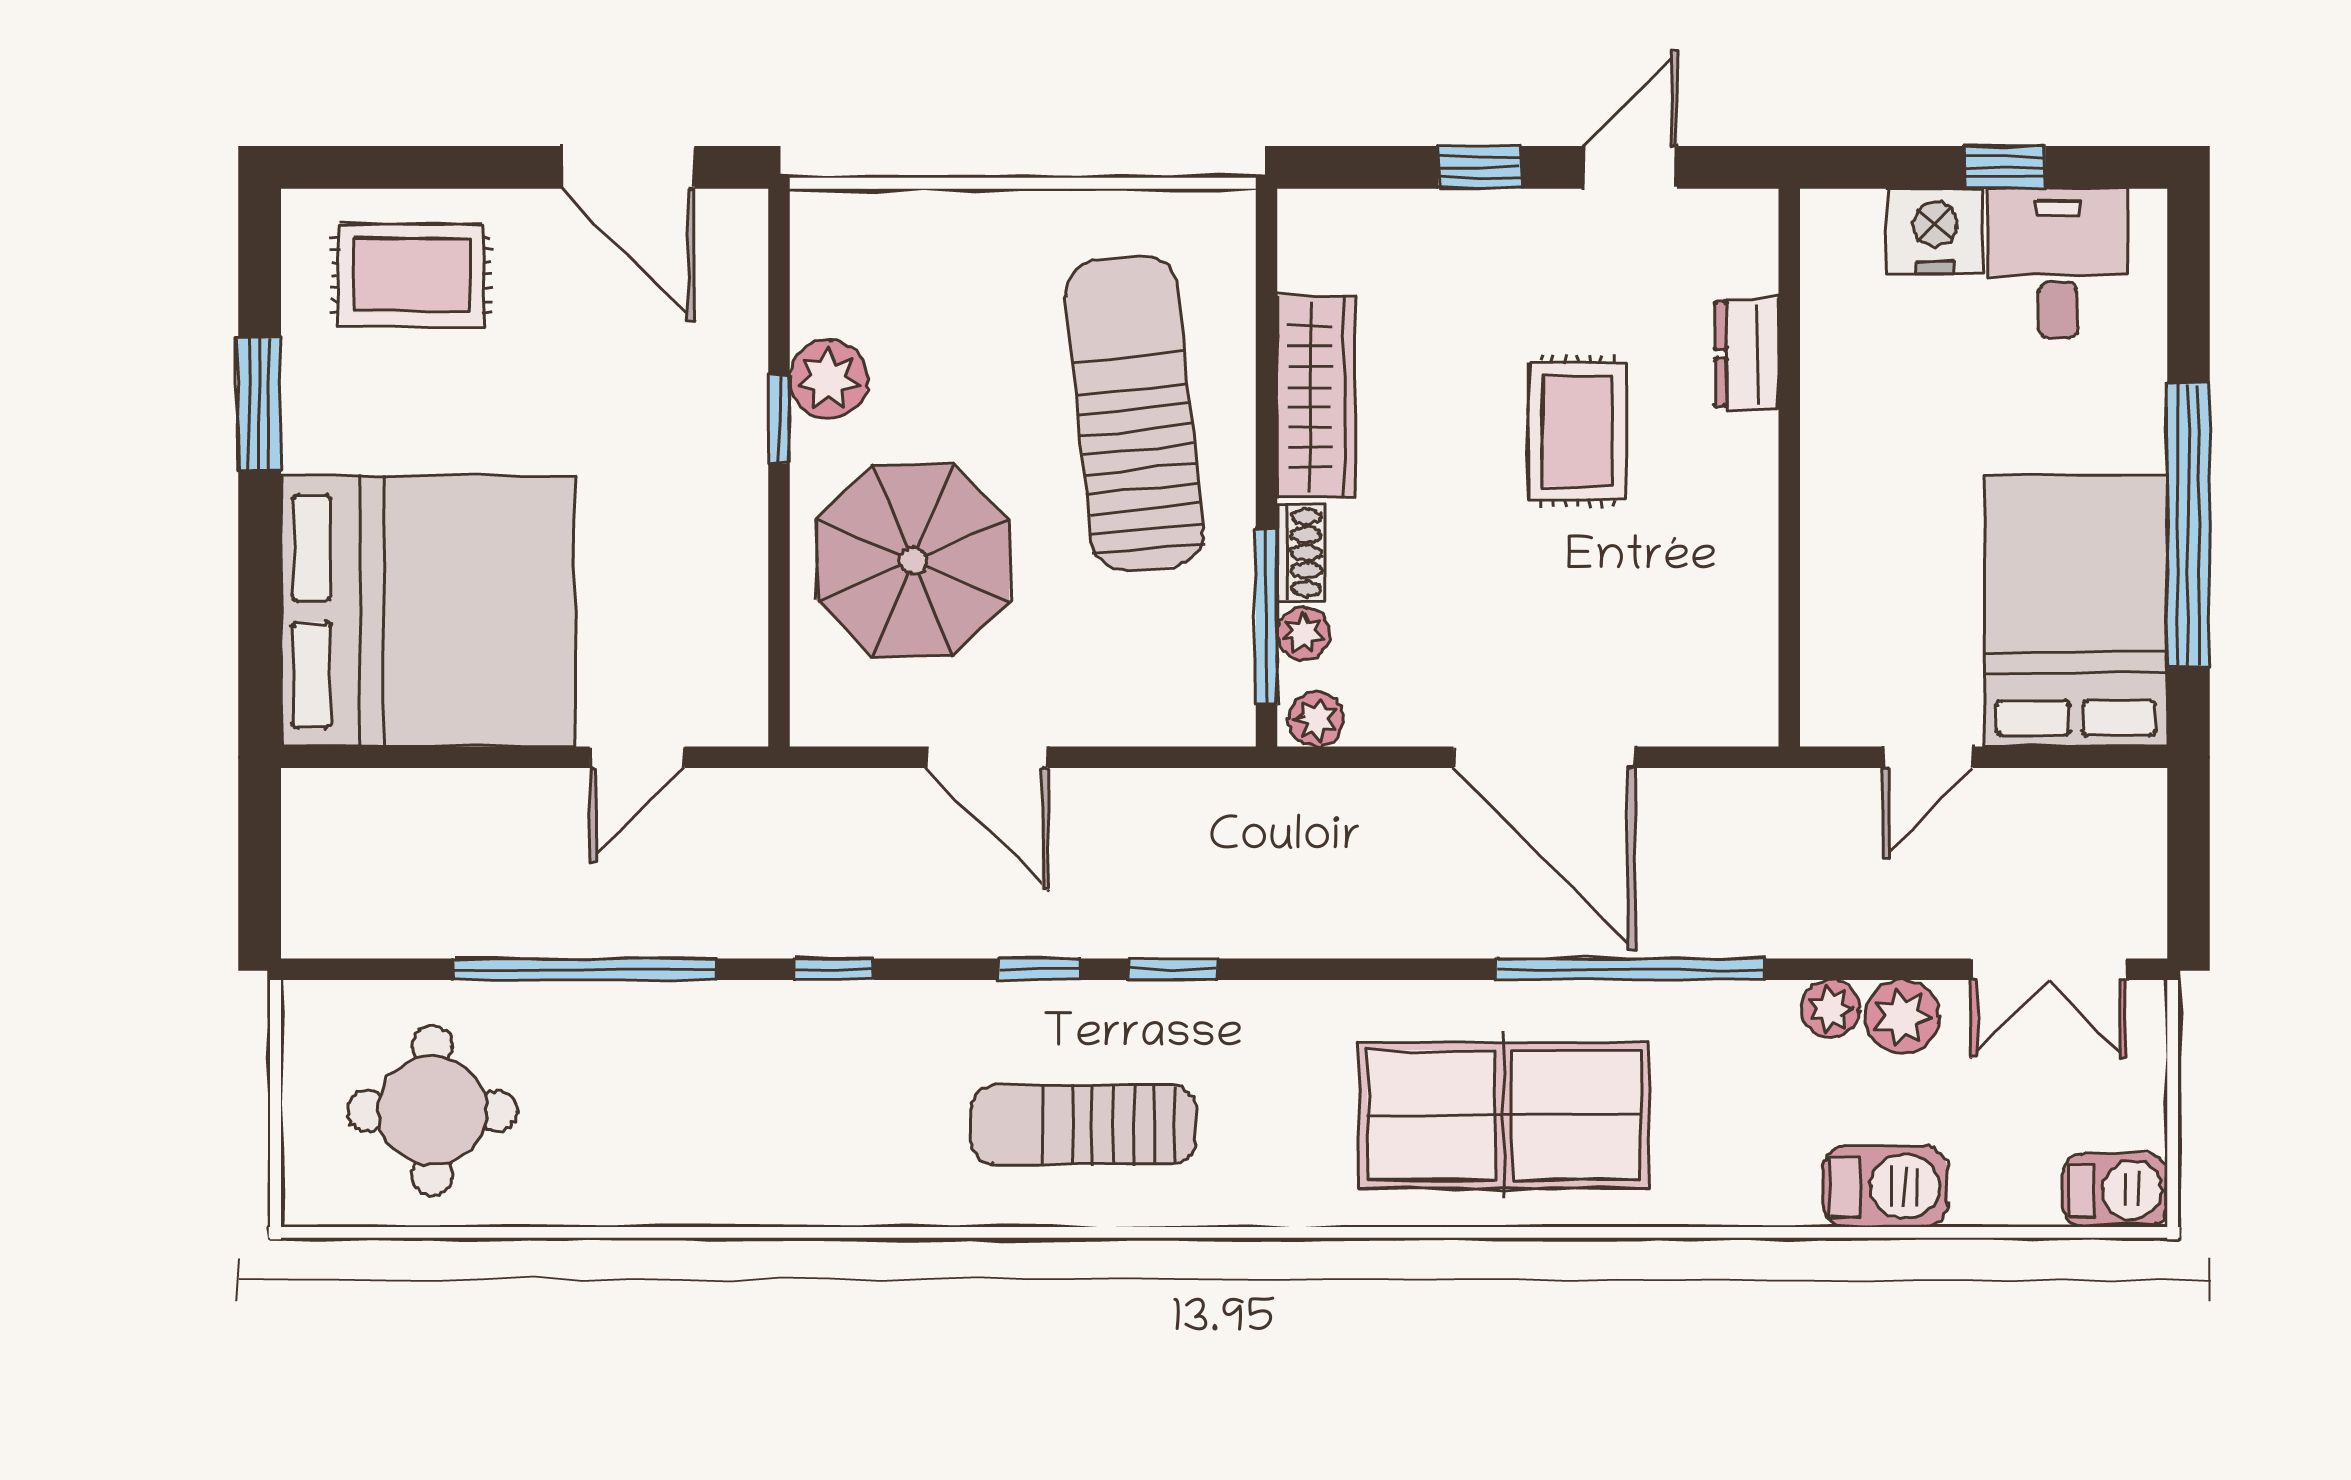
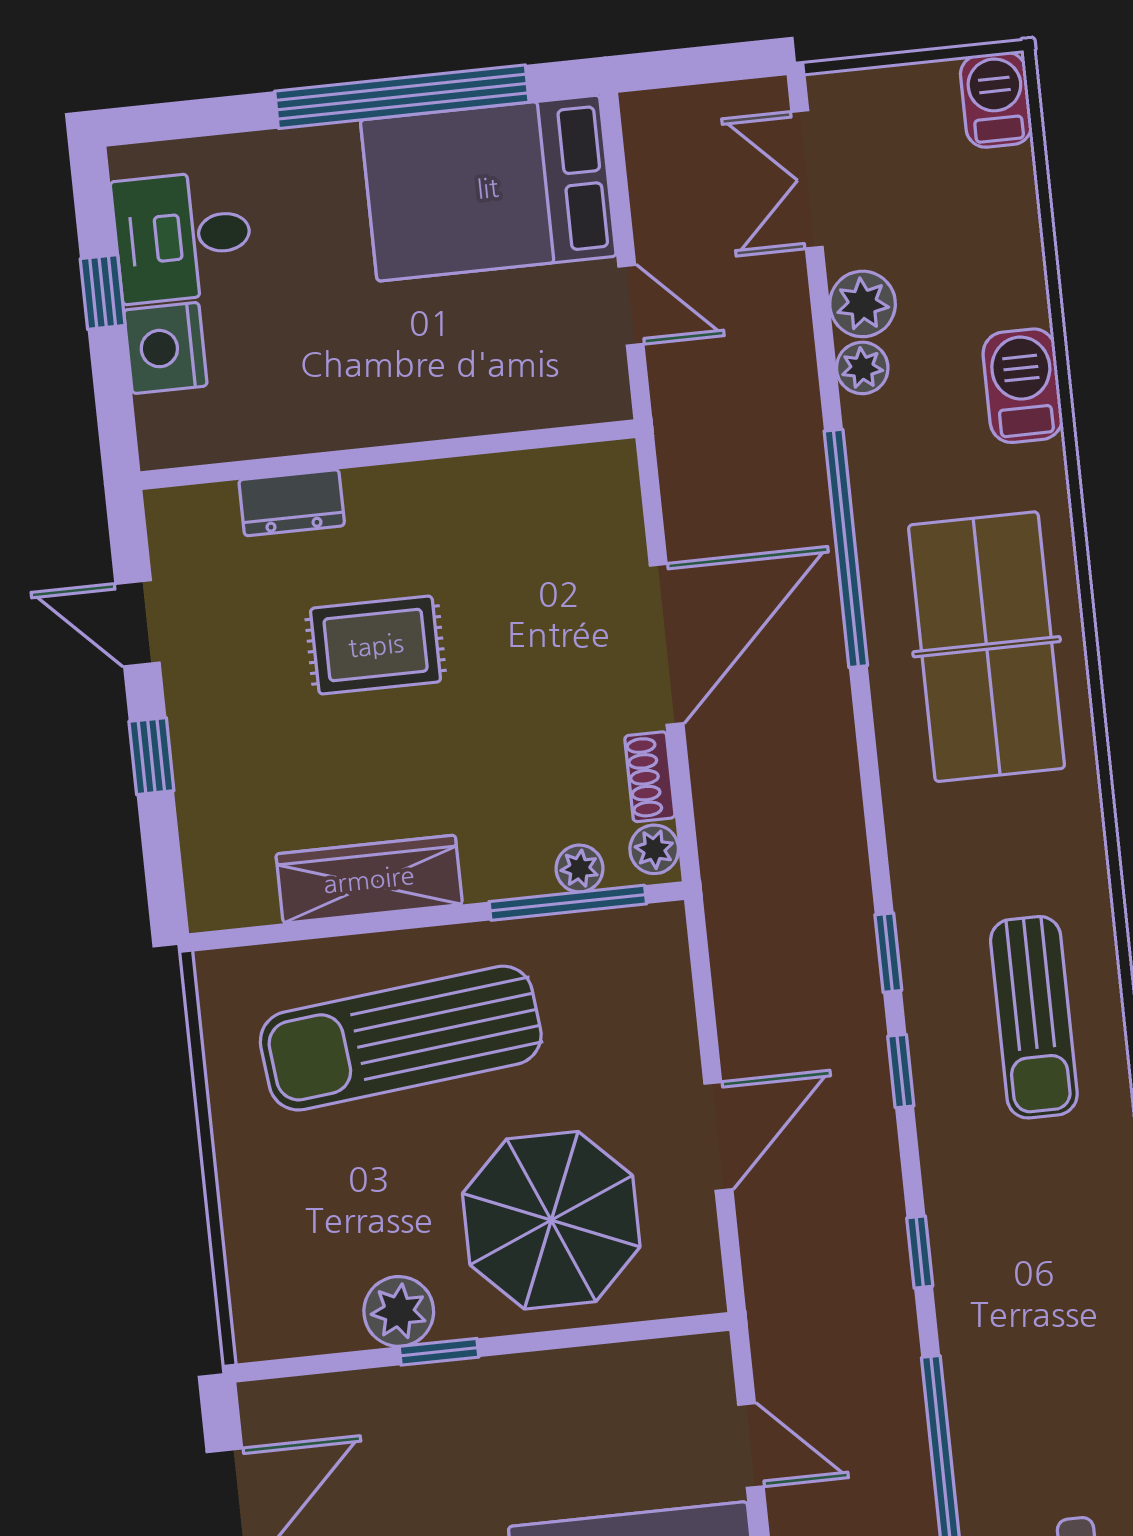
shoe rack: (1301, 553) -> (650, 777), moved, turned -90
double door: (2048, 969) -> (807, 179), swing flipped
barbecue: (1885, 1186) -> (1023, 386), moved

